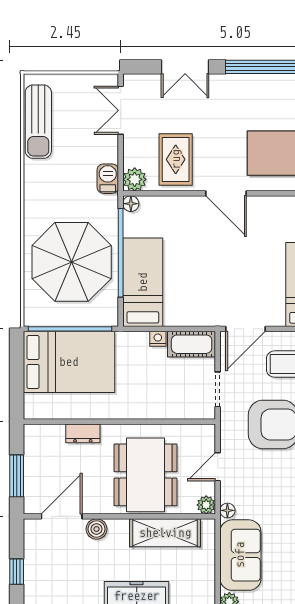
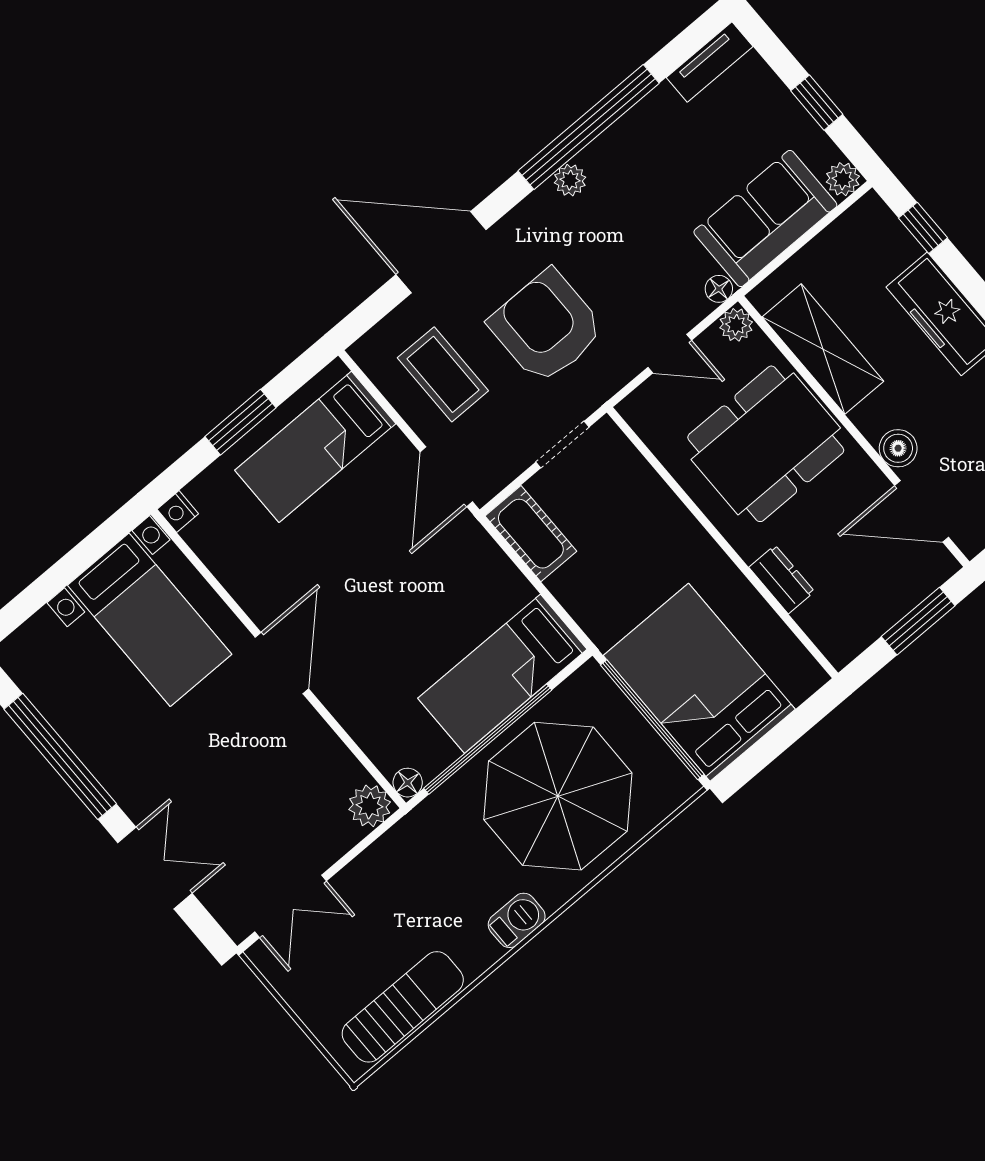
rug: (176, 159) -> (294, 772), removed
barbecue: (108, 179) -> (517, 920), moved, turned 180
door: (246, 329) -> (446, 477), swing flipped
nightstand: (158, 339) -> (563, 587), removed

